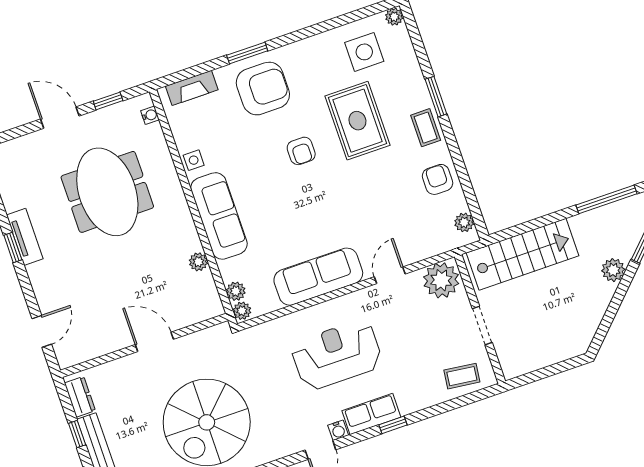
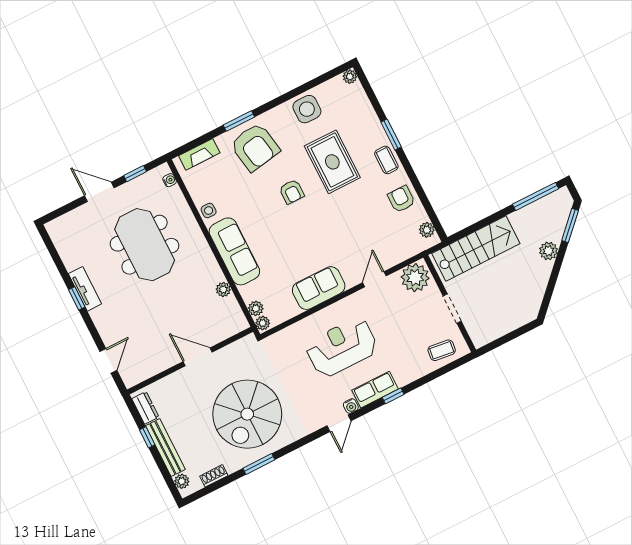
side table: (364, 52) -> (307, 109), moved
armchair: (263, 89) -> (255, 147), turned 80
sofa: (318, 277) -> (319, 288), width x0.73

